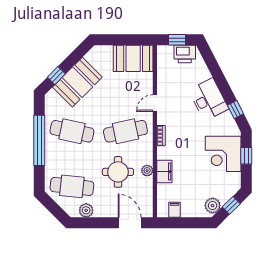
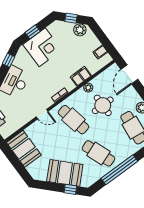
cafe table: (72, 131) -> (98, 153), turned -33

